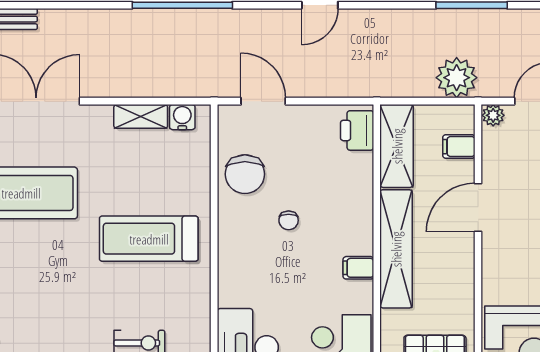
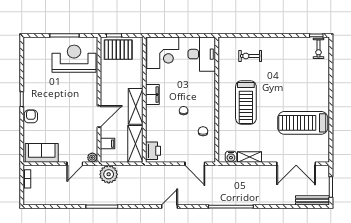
chair: (245, 174) -> (203, 131), width x0.54, depth x0.54
treadmill: (149, 239) -> (246, 103), turned 90
shelving: (396, 249) -> (136, 106), width x0.68
filing cabinet: (358, 268) -> (152, 95), width x2.00

